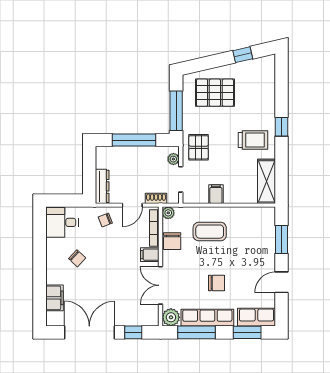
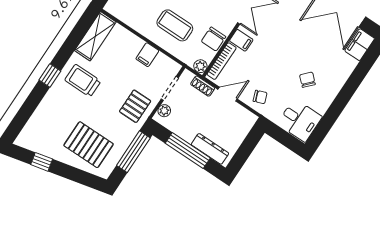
dresser: (102, 186) -> (210, 149), moved, turned 90
chair: (172, 241) -> (214, 39), turned 180
filing cabinet: (54, 298) -> (360, 45), moved

